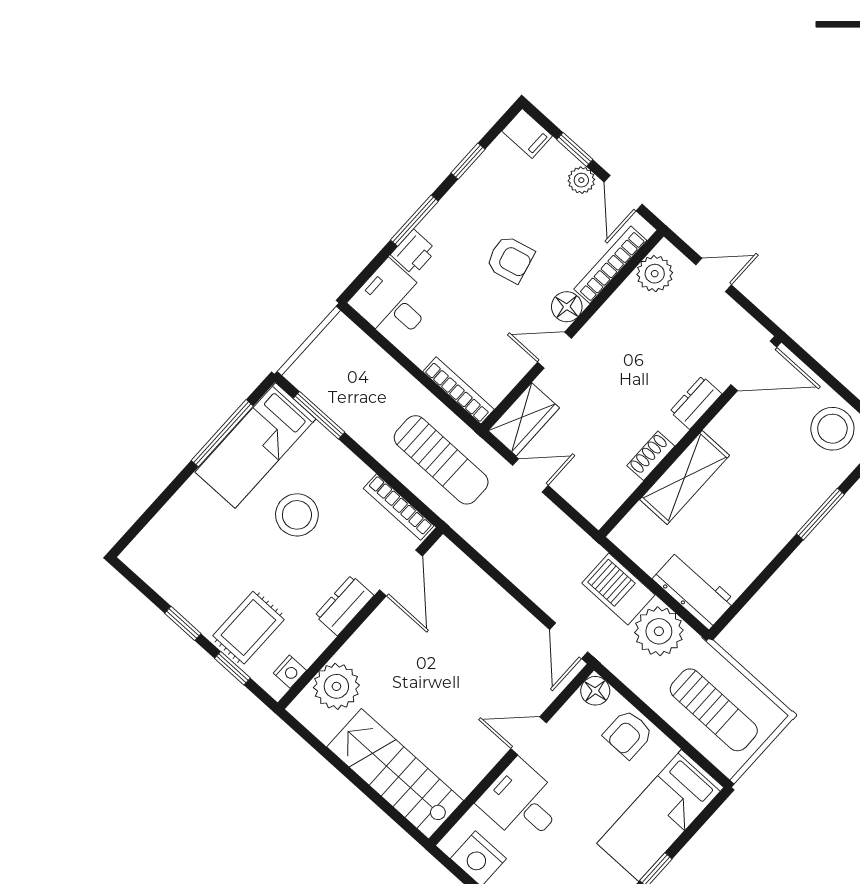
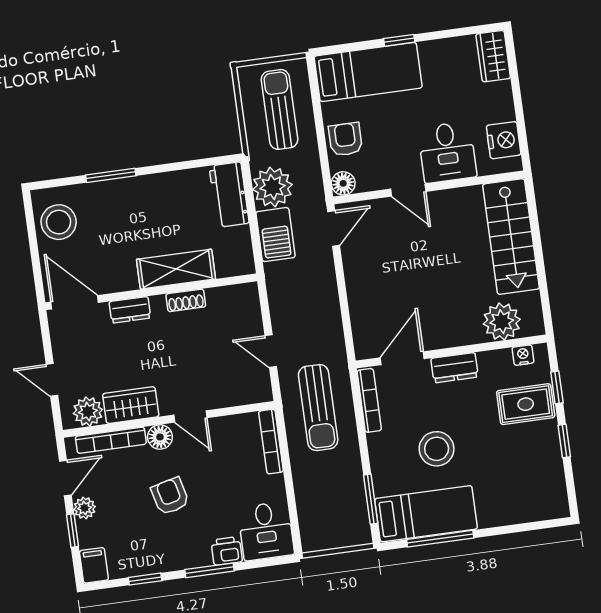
wardrobe: (524, 419) -> (131, 405), moved
sun lounger: (441, 460) -> (318, 408), turned 180
armchair: (628, 734) -> (345, 139), turned -90

